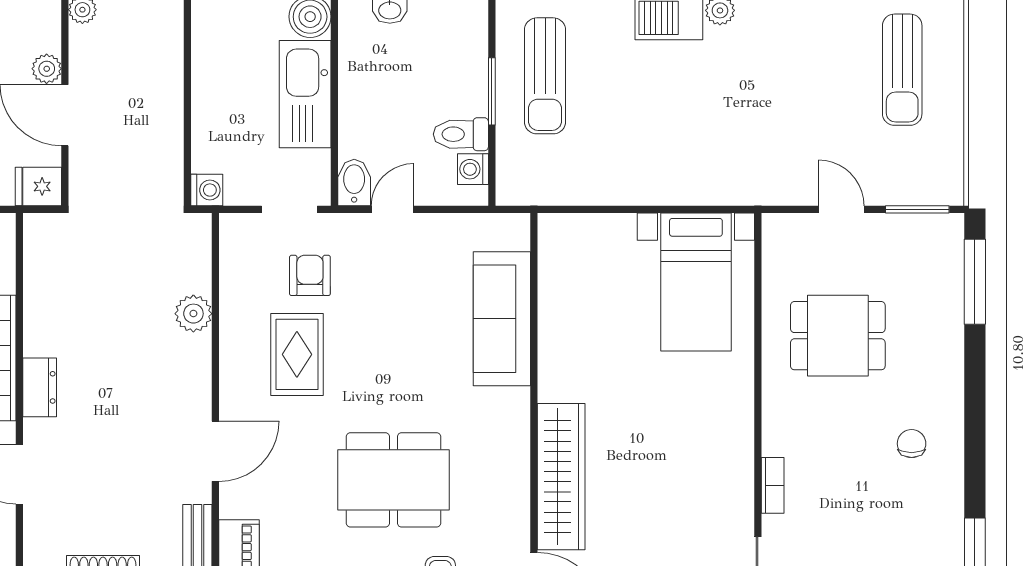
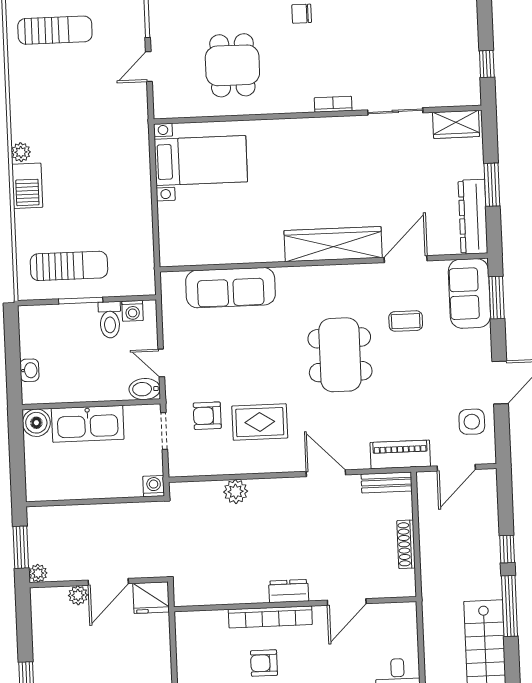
fridge: (38, 186) -> (151, 598), width x1.38

